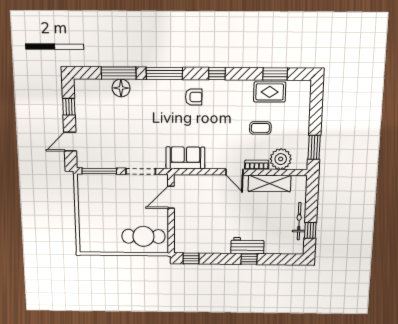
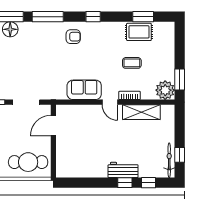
sofa: (185, 158) -> (84, 90), moved
plant: (281, 159) -> (165, 90), moved
bicycle: (299, 221) -> (169, 160), moved
window: (191, 258) -> (149, 183), moved

